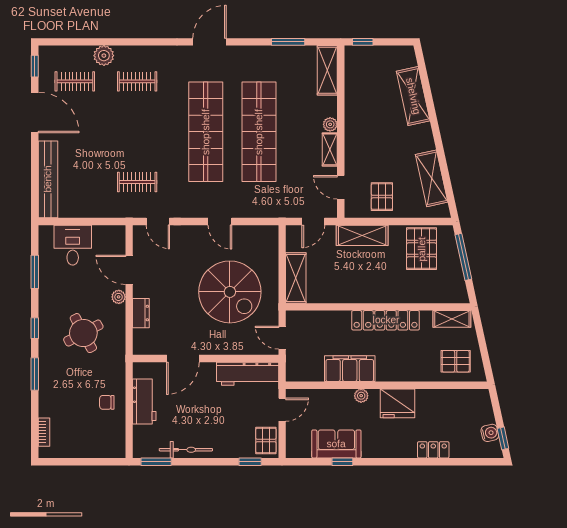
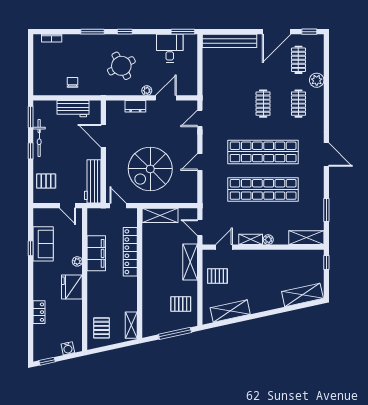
shelving: (413, 96) -> (302, 295), moved
clothes rail: (137, 182) -> (263, 104), moved
desk: (73, 245) -> (170, 48), moved, turned -90
pallet: (422, 249) -> (181, 304), width x0.67, depth x0.71
window: (35, 272) -> (183, 32), moved
locker: (386, 320) -> (130, 252), moved
door: (282, 338) -> (118, 206), hinge flipped
water cooler: (490, 433) -> (68, 348), moved
pallet: (266, 440) -> (46, 181), moved
window: (250, 462) -> (31, 151), moved

